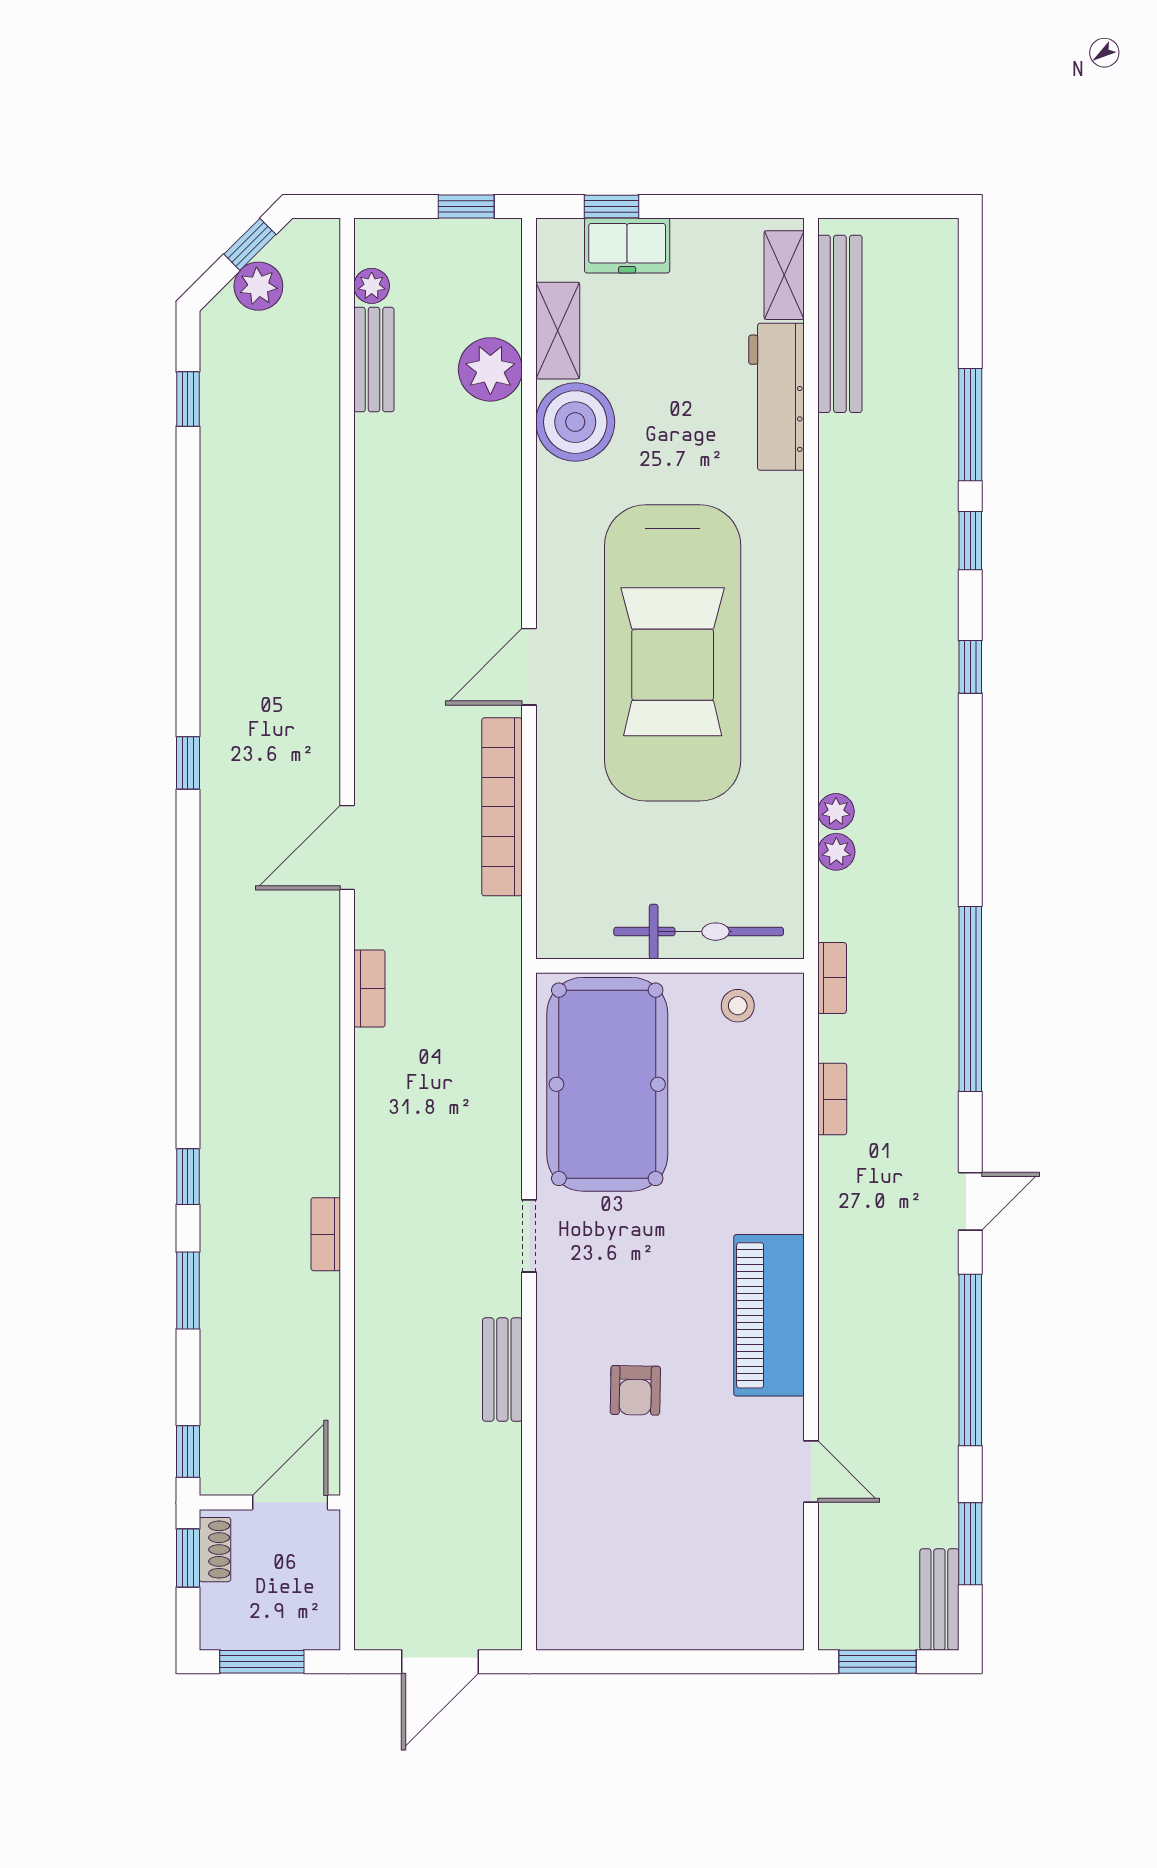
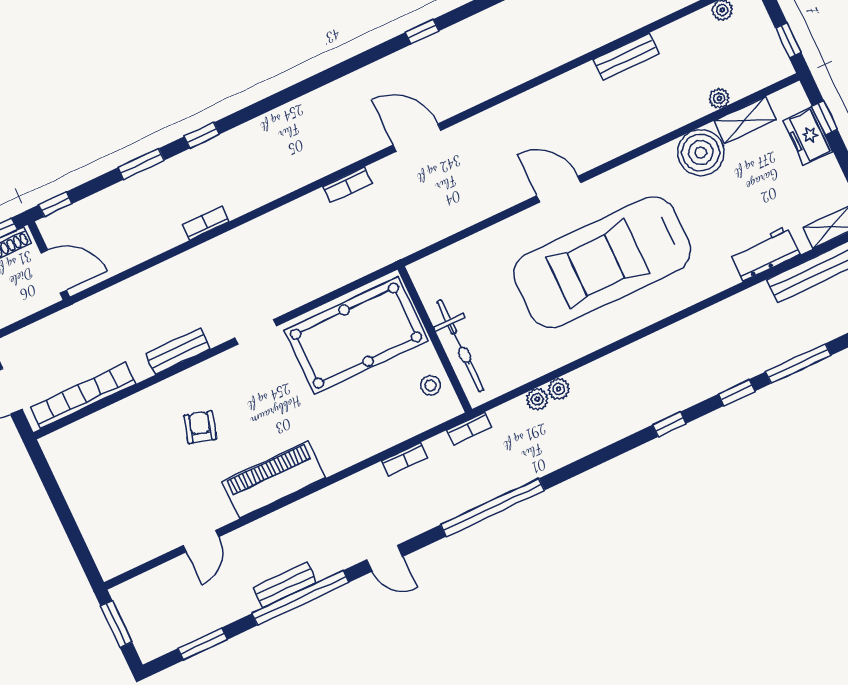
bench: (374, 360) -> (626, 57), moved
plant: (490, 369) -> (719, 98), width x0.53, depth x0.53
workbench: (777, 397) -> (765, 253), width x0.73
bookcase: (502, 807) -> (83, 396), moved
armchair: (635, 1390) -> (200, 427), turned 105
bench: (939, 1599) -> (285, 585), moved

